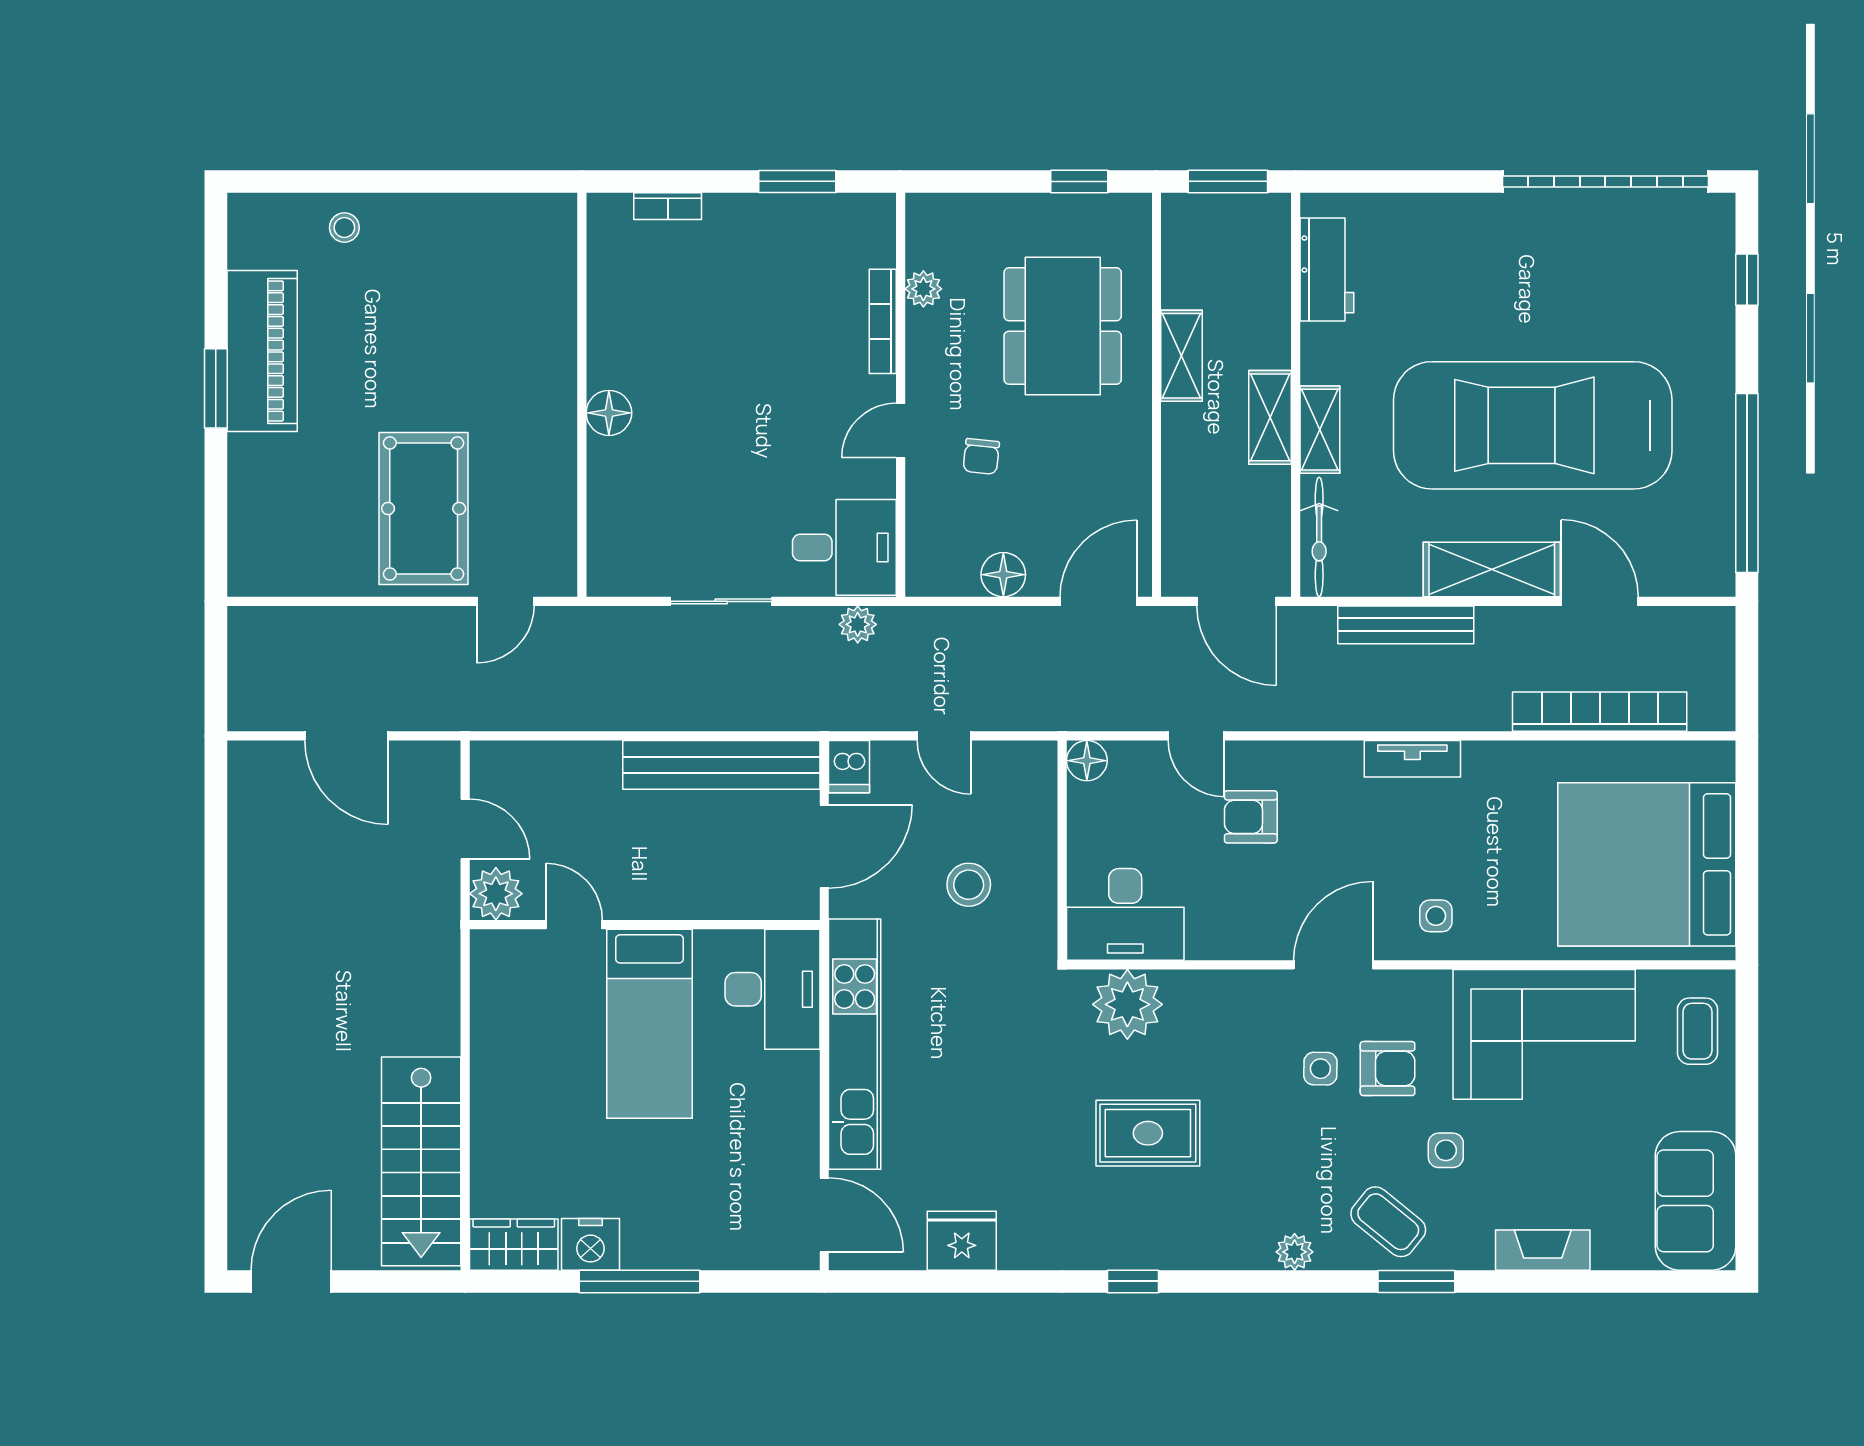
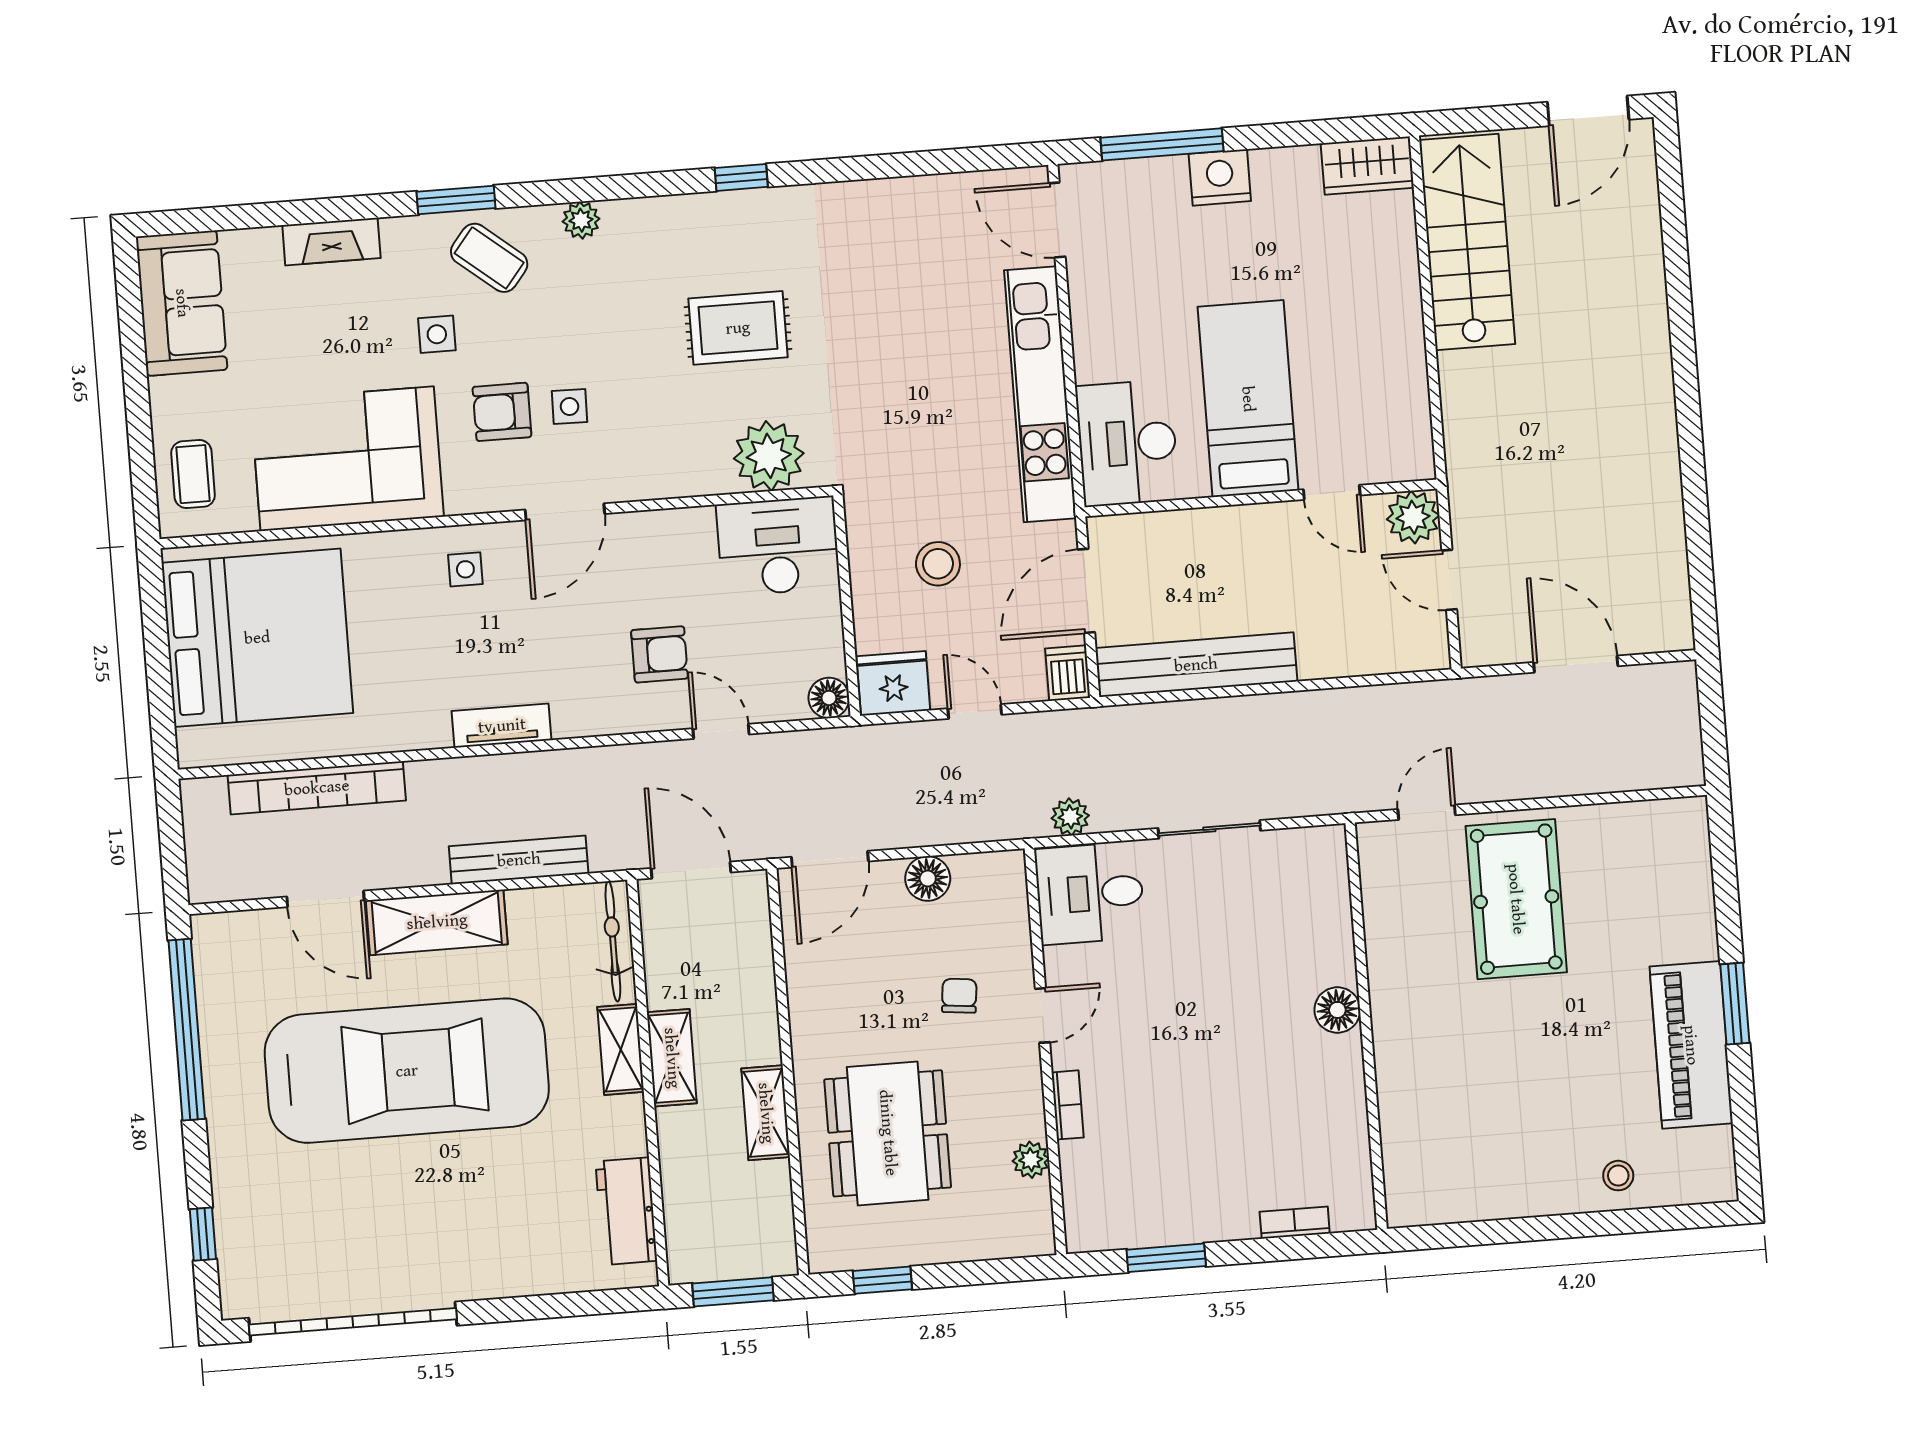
bookcase: (883, 321) -> (1068, 1105), width x0.64
fridge: (962, 1241) -> (893, 683), moved, turned 180
nightstand: (590, 1244) -> (1220, 177), moved
window: (640, 1281) -> (1162, 144), moved

